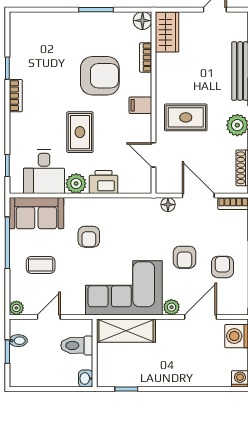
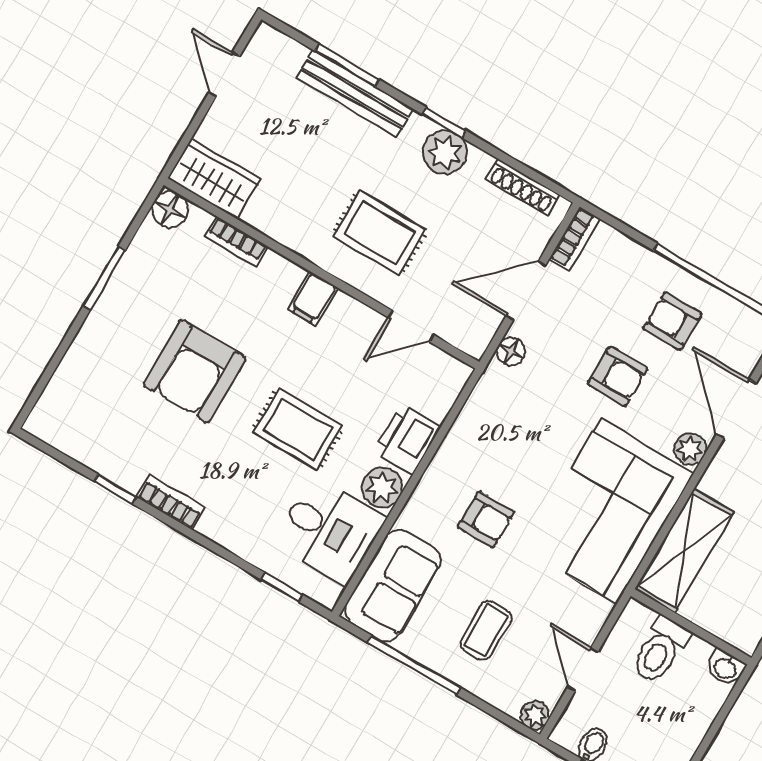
armchair: (100, 76) -> (195, 371), moved, turned 180
rug: (186, 117) -> (379, 233), turned 90

